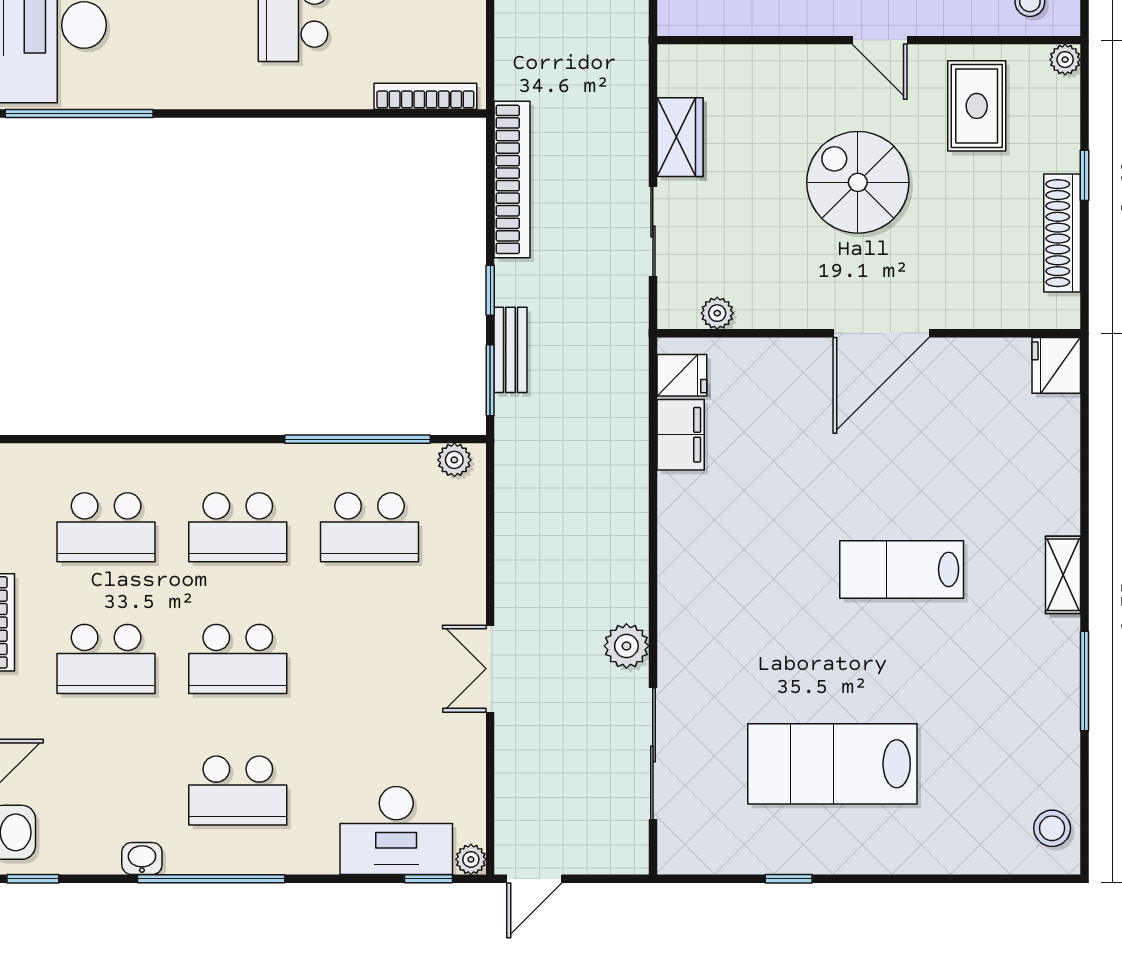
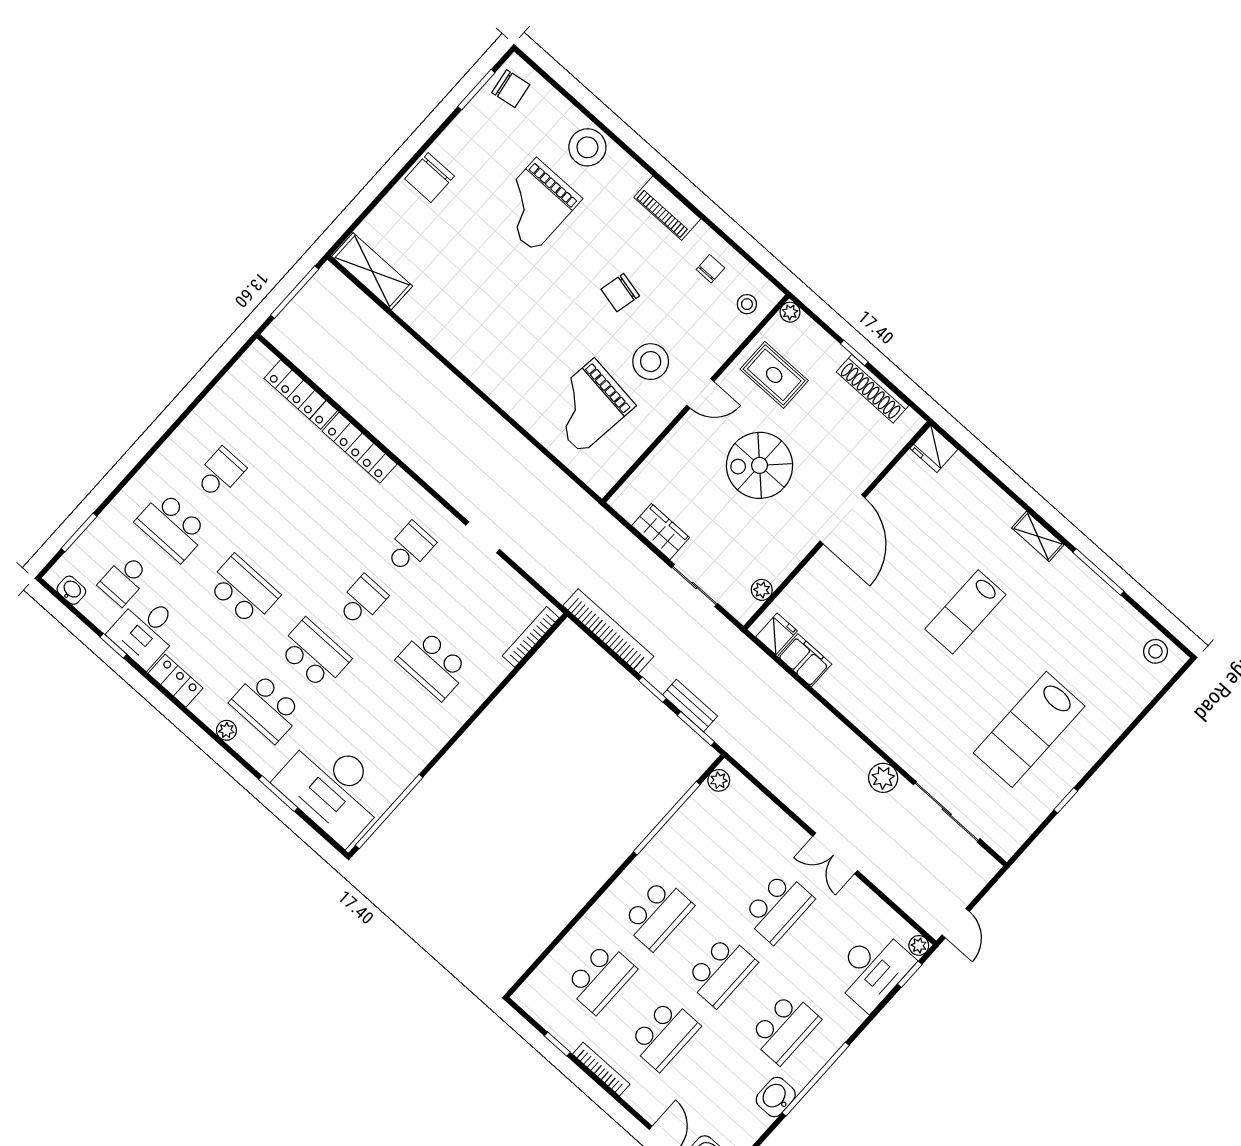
school desk: (369, 527) -> (778, 908), moved
washbasin: (142, 859) -> (776, 1097), width x1.38, depth x1.45

